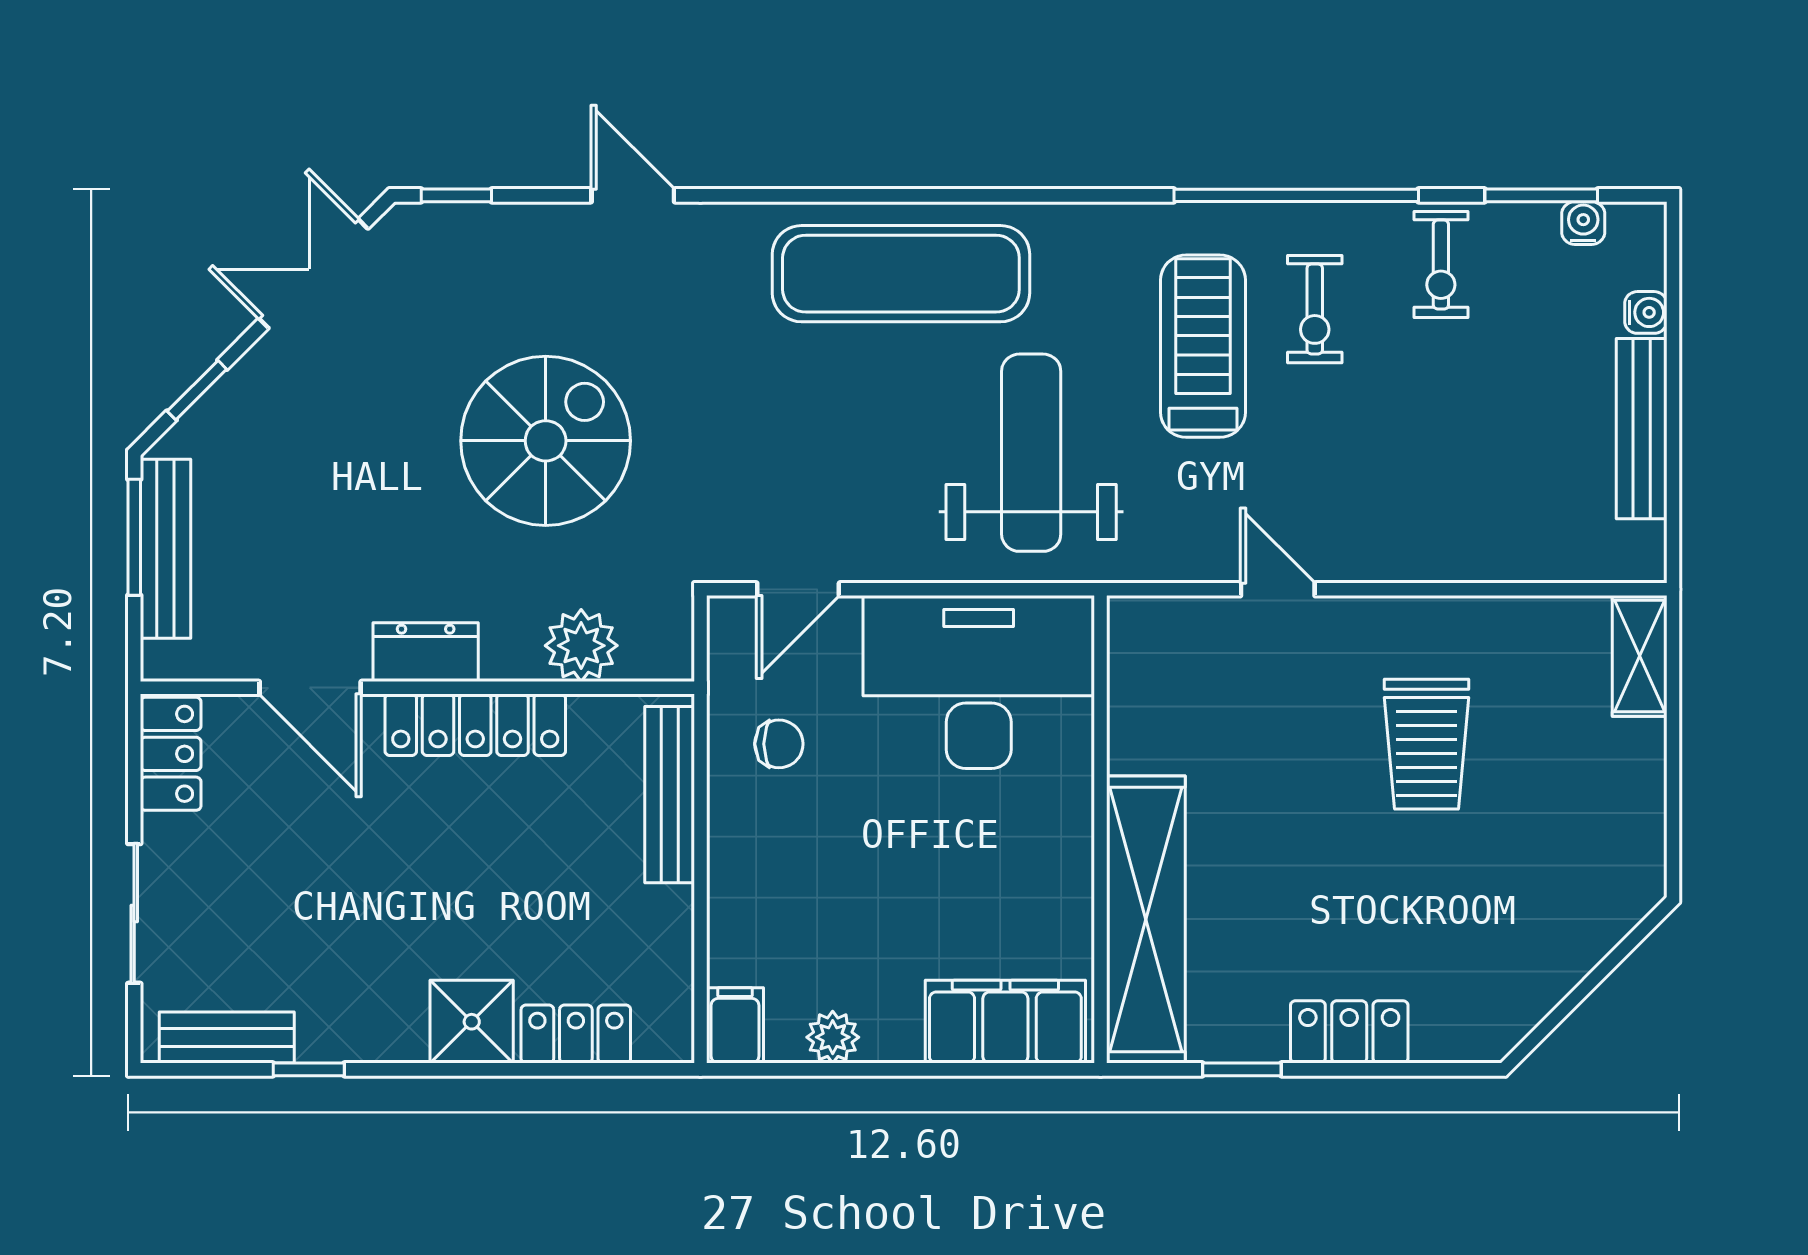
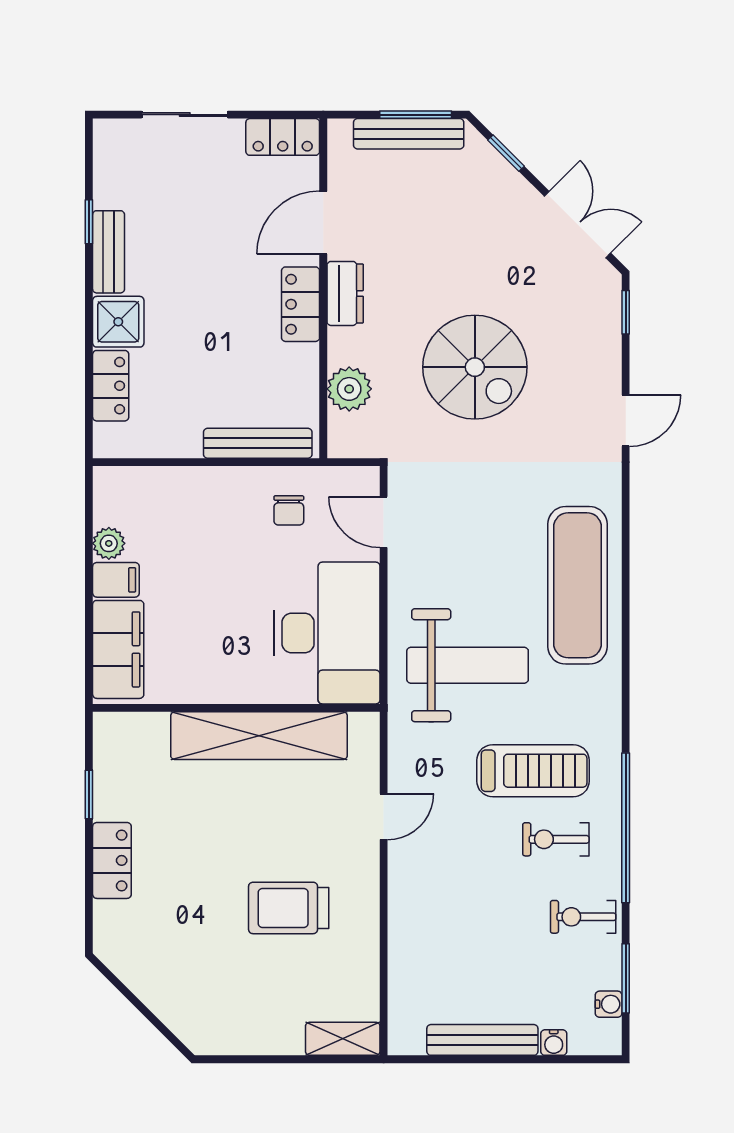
locker: (475, 725) -> (301, 304), width x0.66
shelving: (1146, 920) -> (259, 736), moved
filing cabinet: (735, 1025) -> (116, 580), moved
bench: (227, 1038) -> (109, 252), moved

